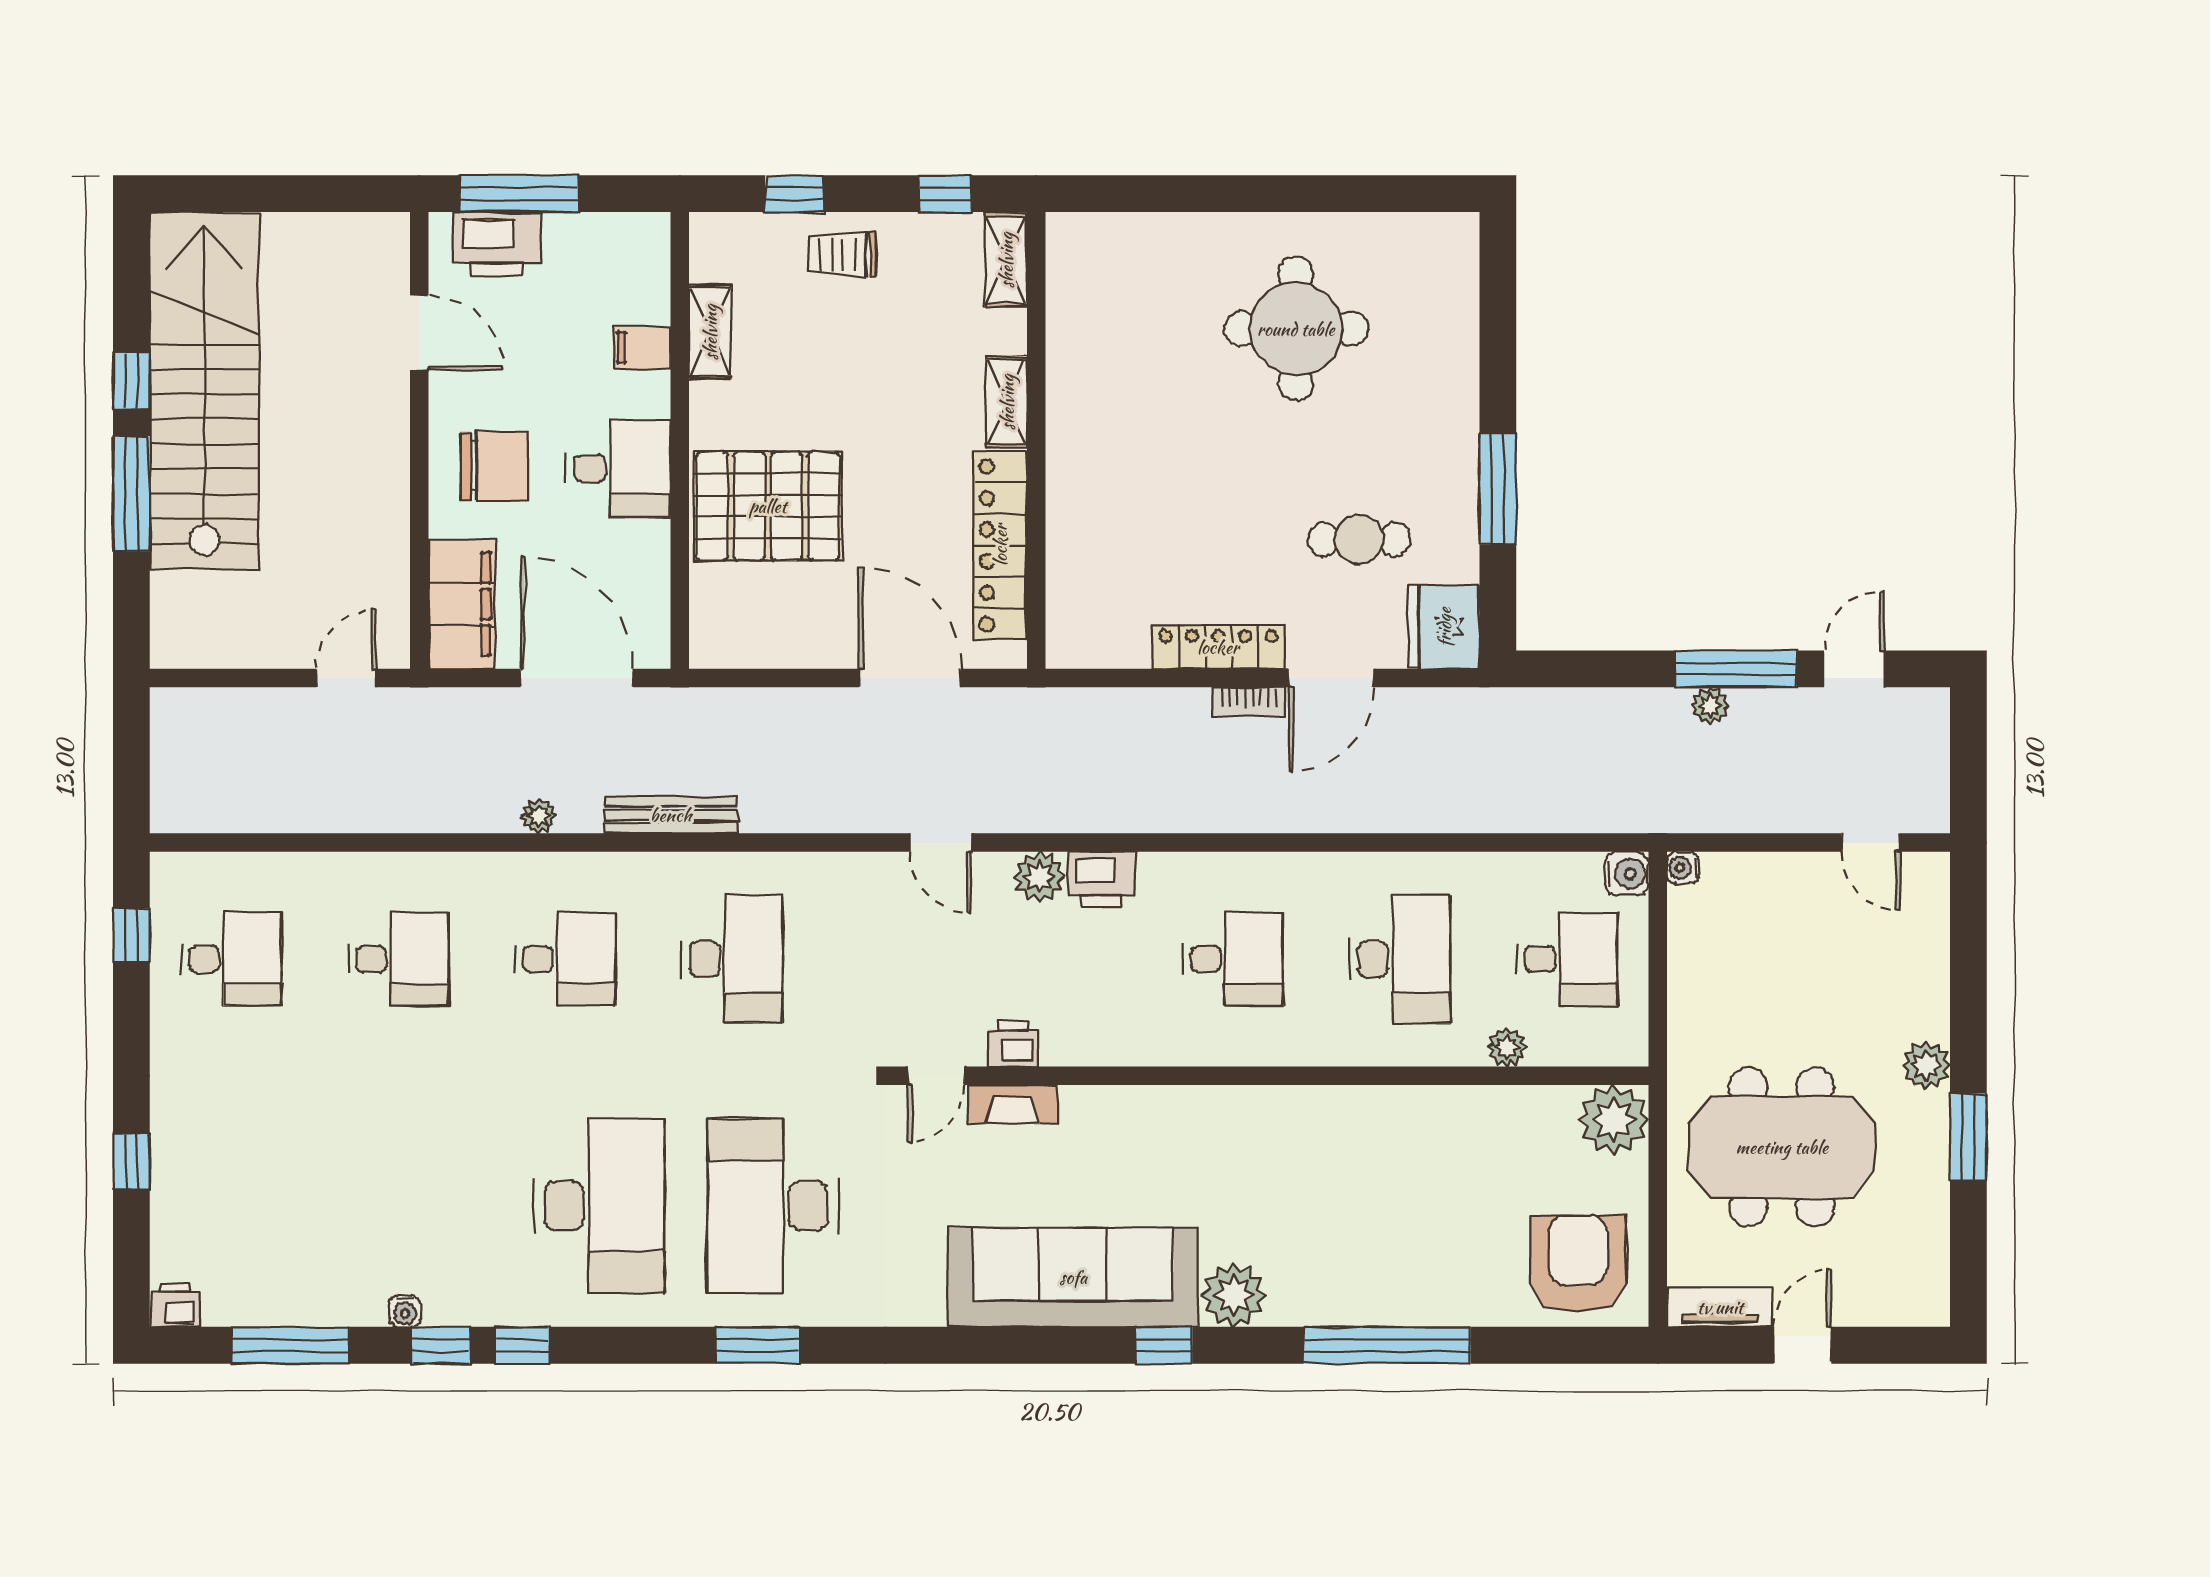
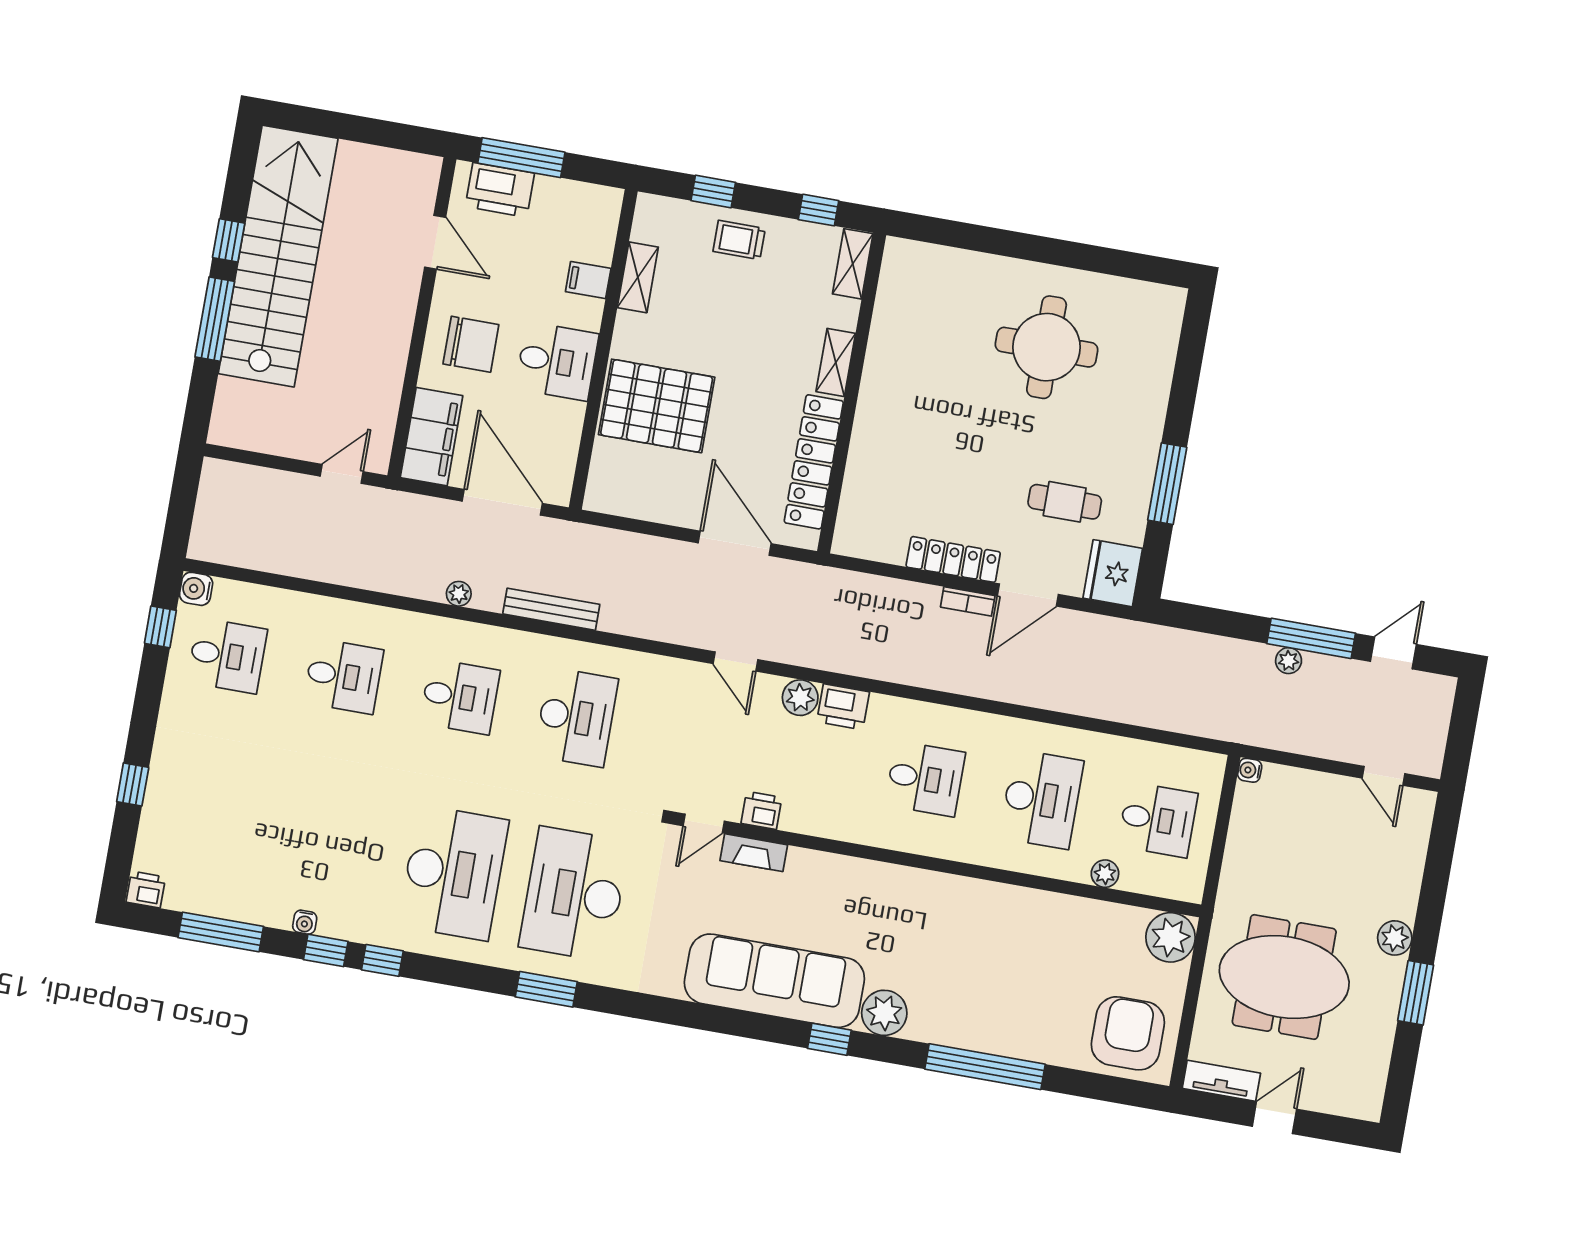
water cooler: (1627, 874) -> (196, 589), moved, turned 180

